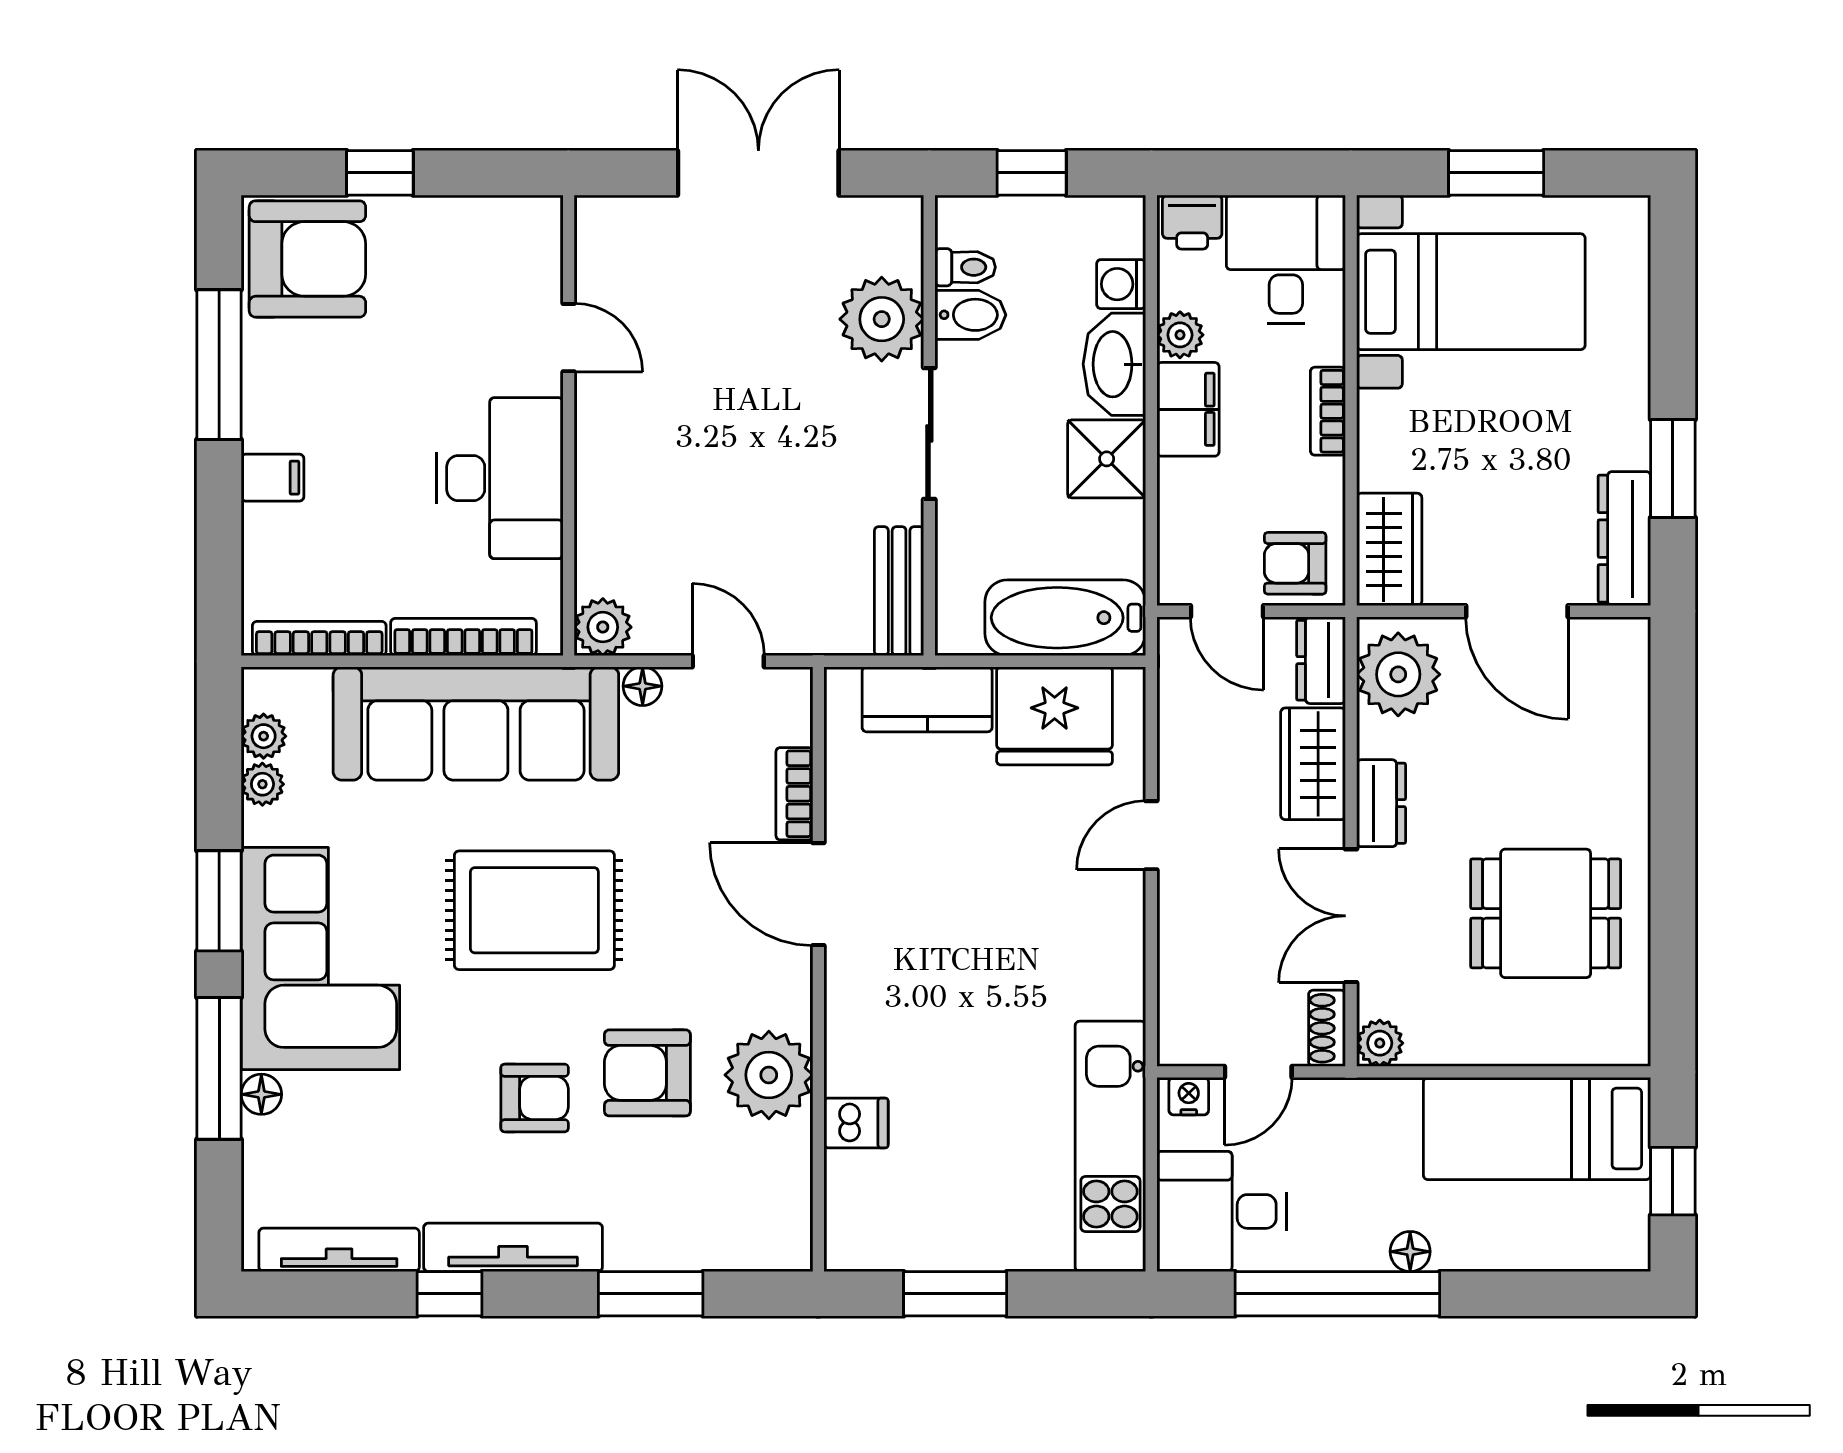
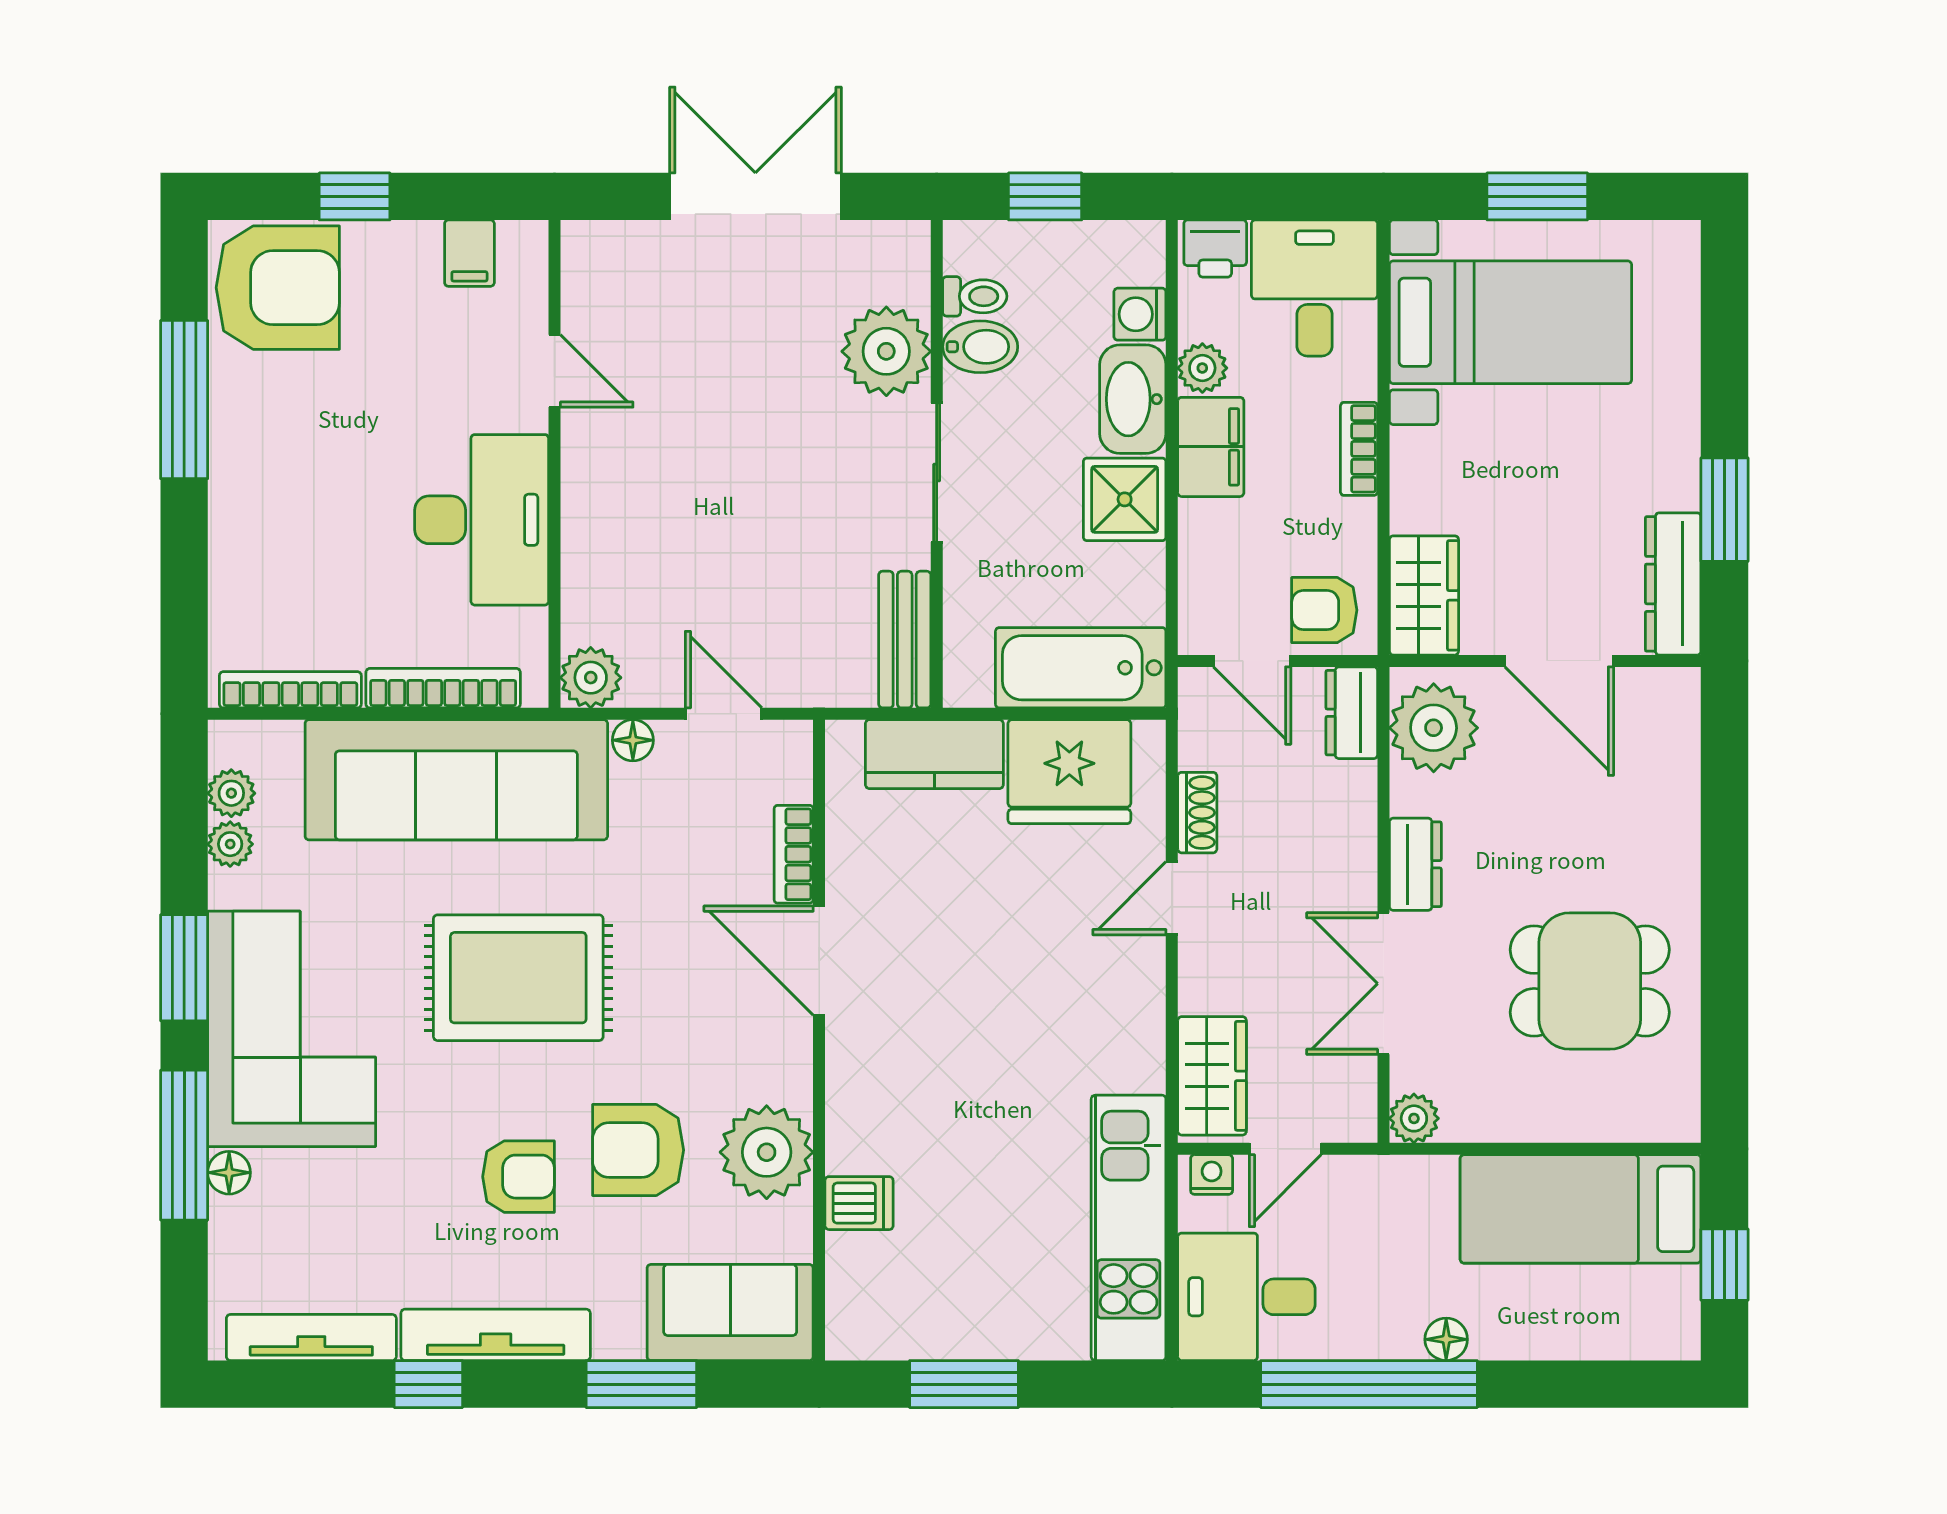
filing cabinet: (273, 478) -> (469, 253), moved, turned 90
wardrobe: (1313, 764) -> (1212, 1076), moved, turned 180
shoe rack: (1327, 1028) -> (1197, 813), moved, turned 180
sofa: (734, 1226) -> (730, 1312), added

